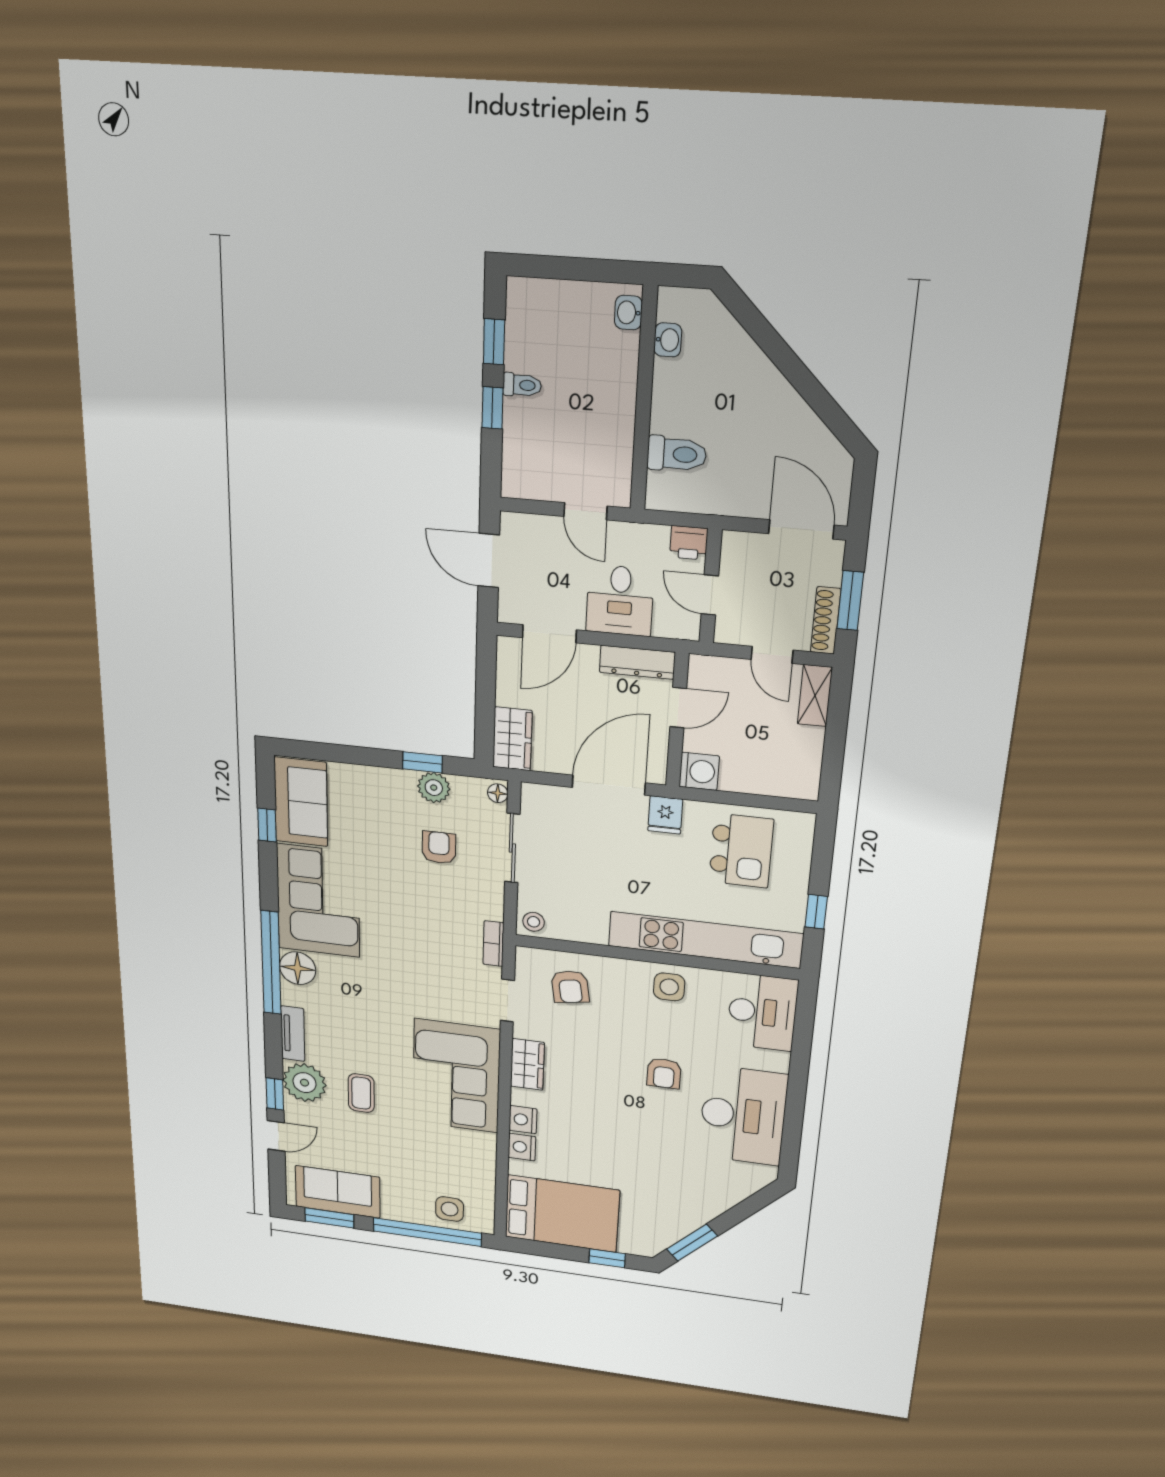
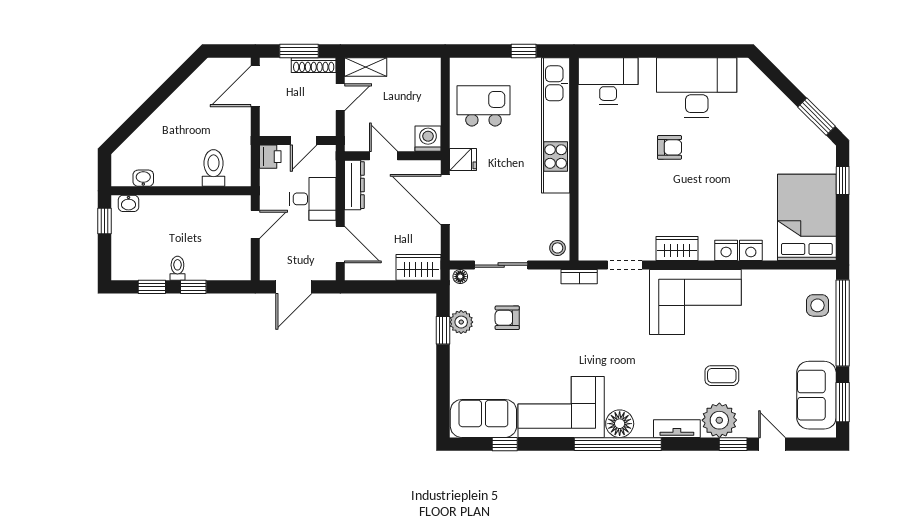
window: (602, 271) -> (105, 221), added
armchair: (570, 987) -> (607, 219), removed
side table: (669, 987) -> (597, 148), removed

